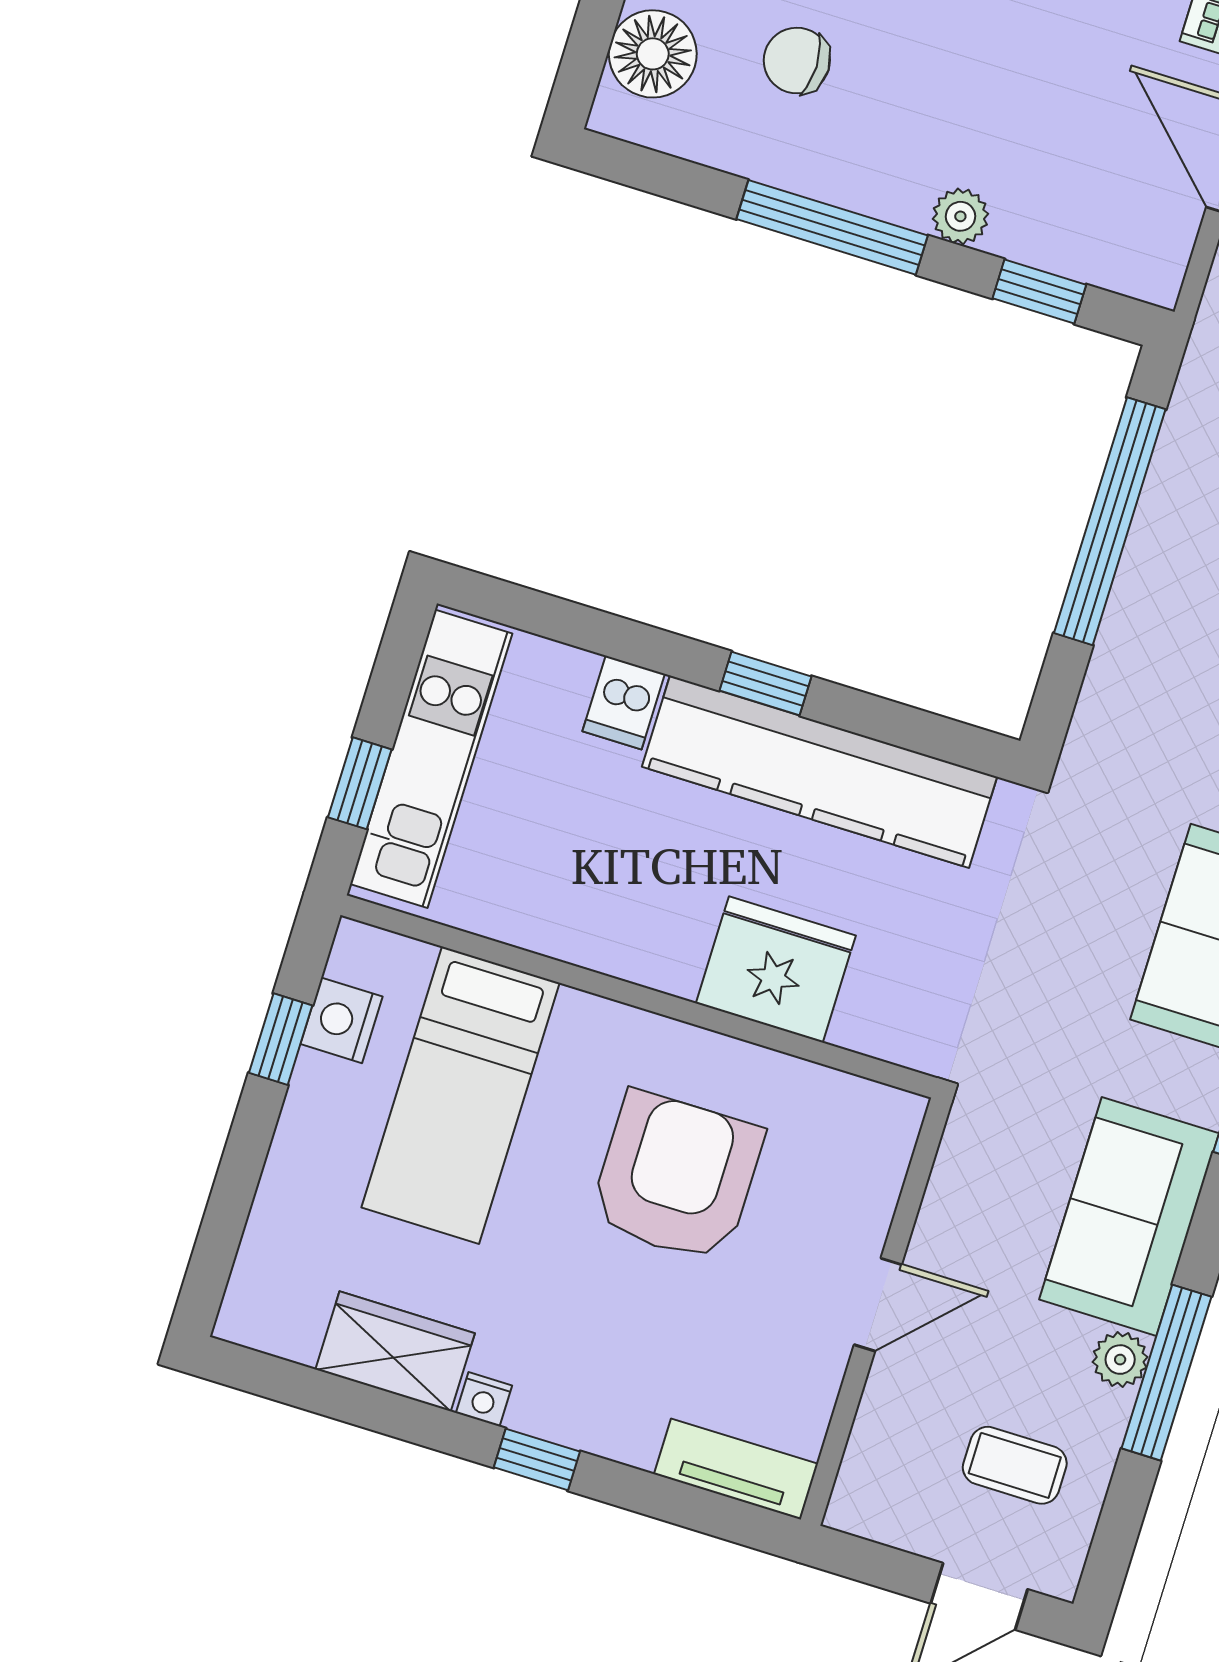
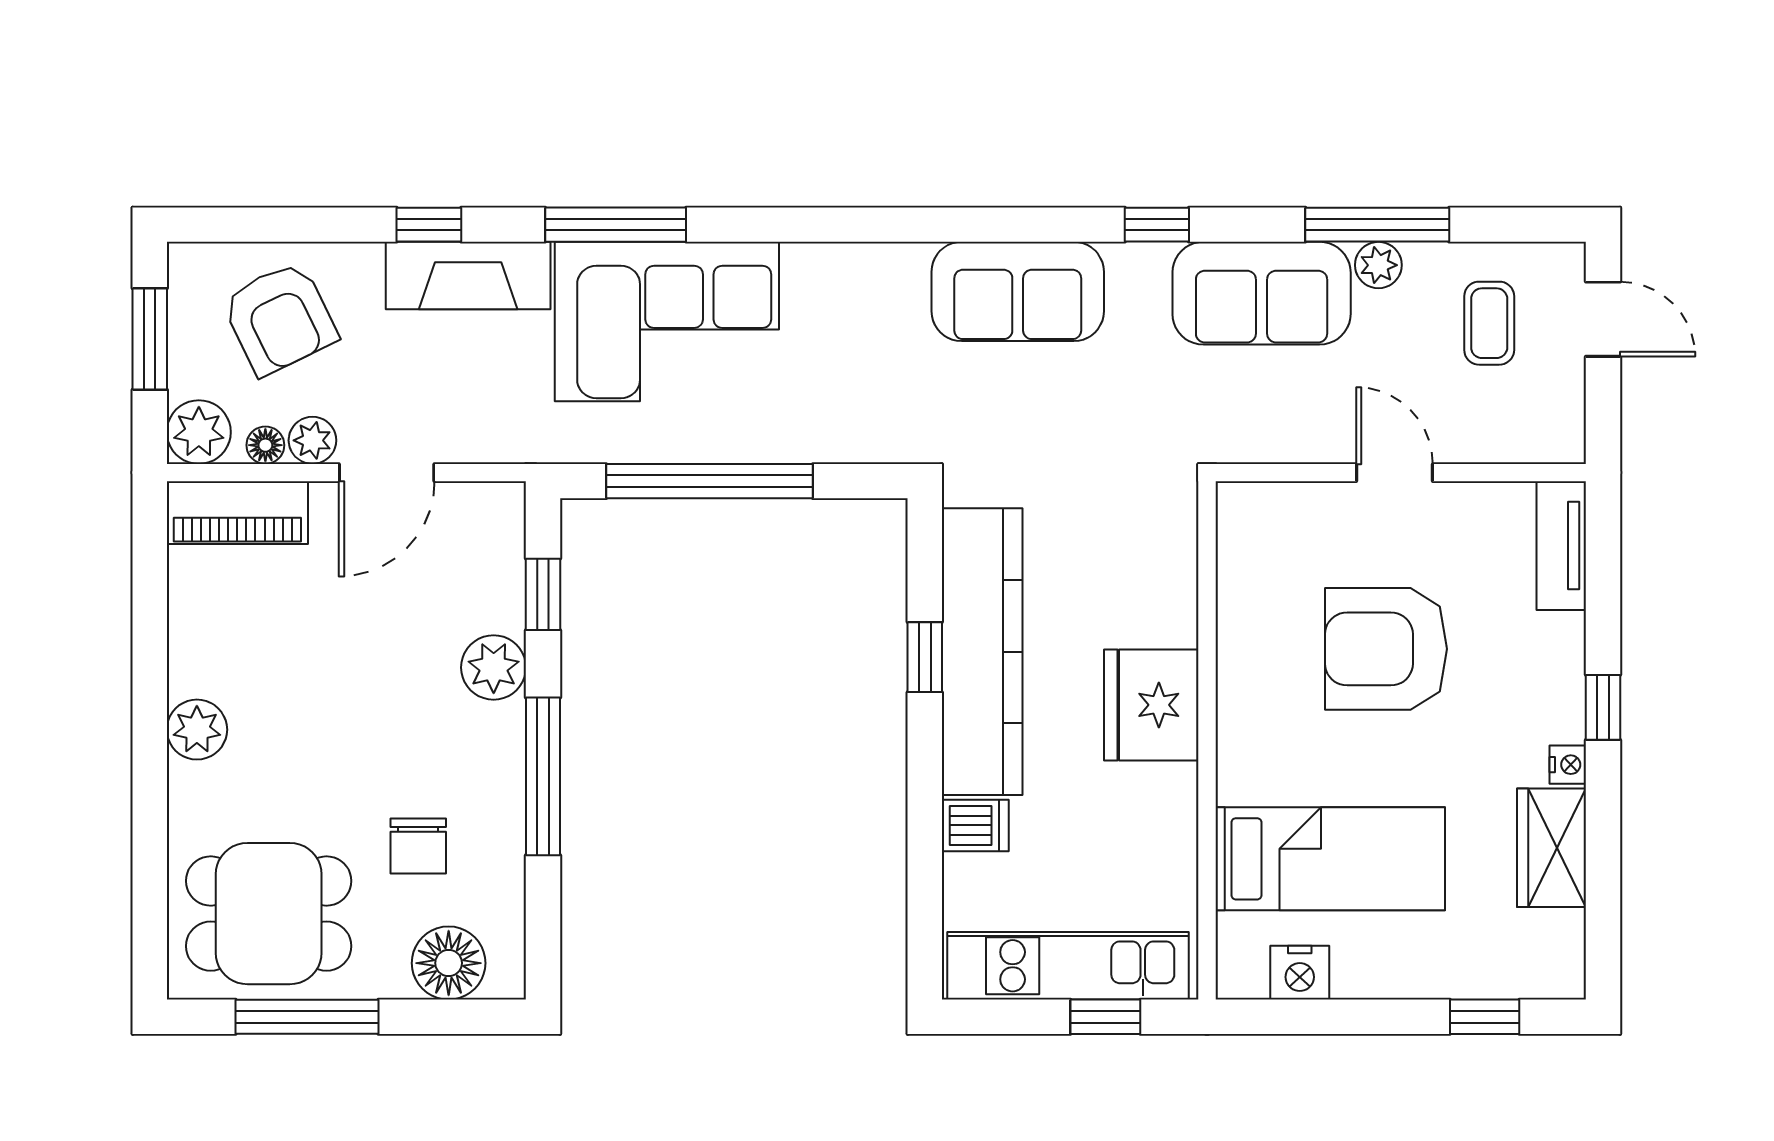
plant: (960, 216) -> (494, 667), width x1.38, depth x1.38
window: (766, 683) -> (925, 657), moved
fridge: (776, 969) -> (1151, 705), moved
window: (281, 1039) -> (1485, 1017), moved
armchair: (676, 1177) -> (1386, 649), moved

